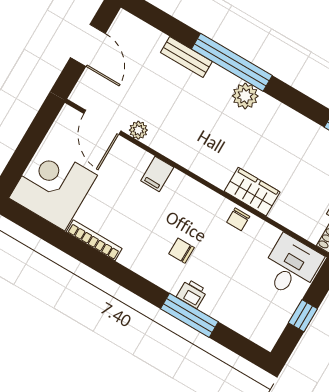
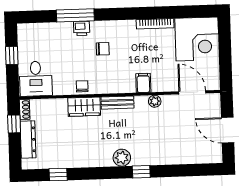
bench: (186, 57) -> (117, 103), moved
window: (232, 62) -> (141, 172), width x0.32
plant: (138, 130) -> (155, 101), moved

